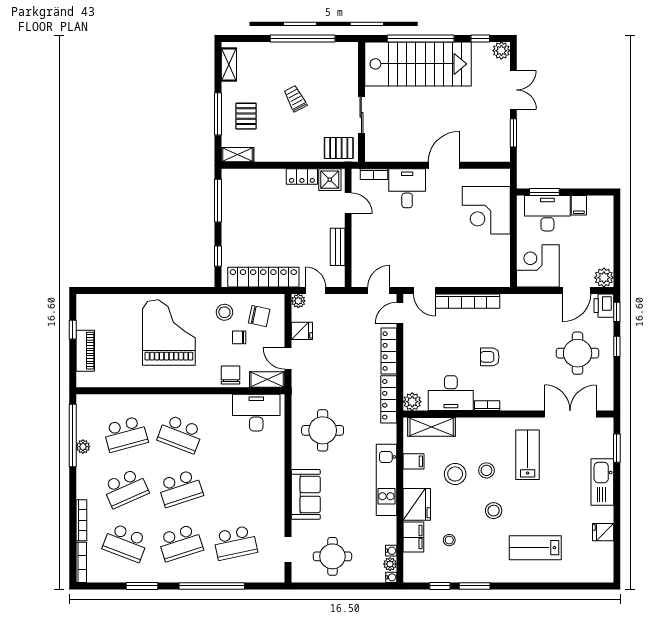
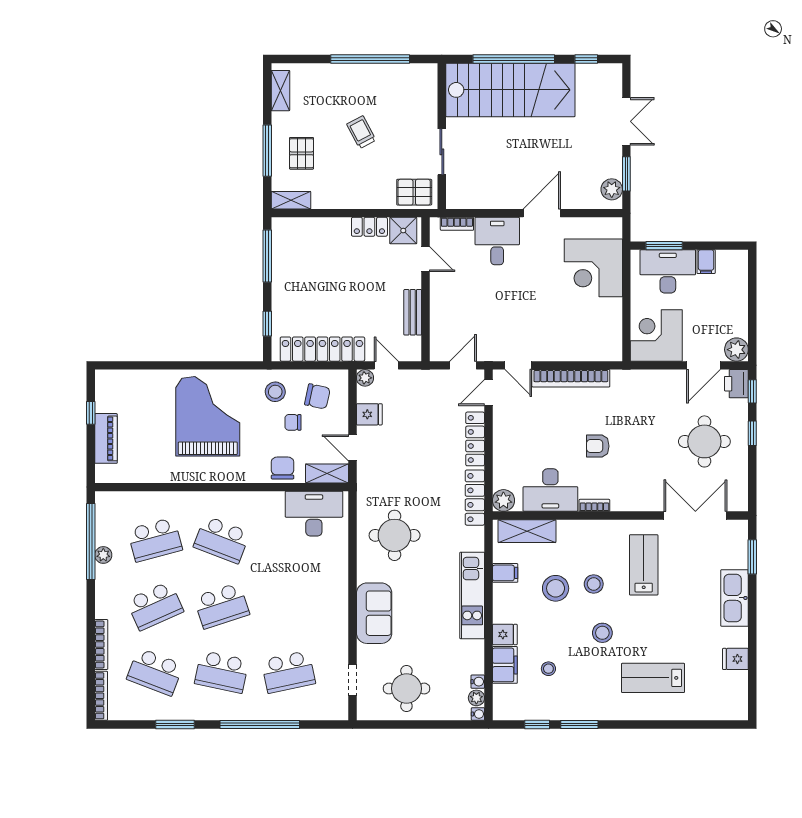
plant: (501, 51) -> (612, 189), moved
fridge: (417, 504) -> (505, 634), width x0.53, depth x0.75
school desk: (180, 543) -> (222, 672), turned 30

